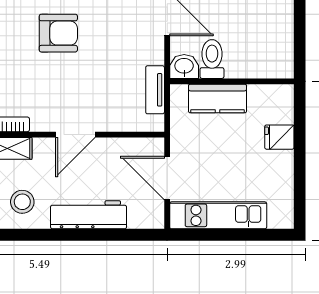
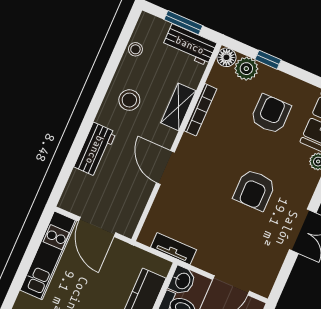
door: (167, 178) -> (97, 227), swing flipped
workbench: (89, 215) -> (95, 150), width x0.73

